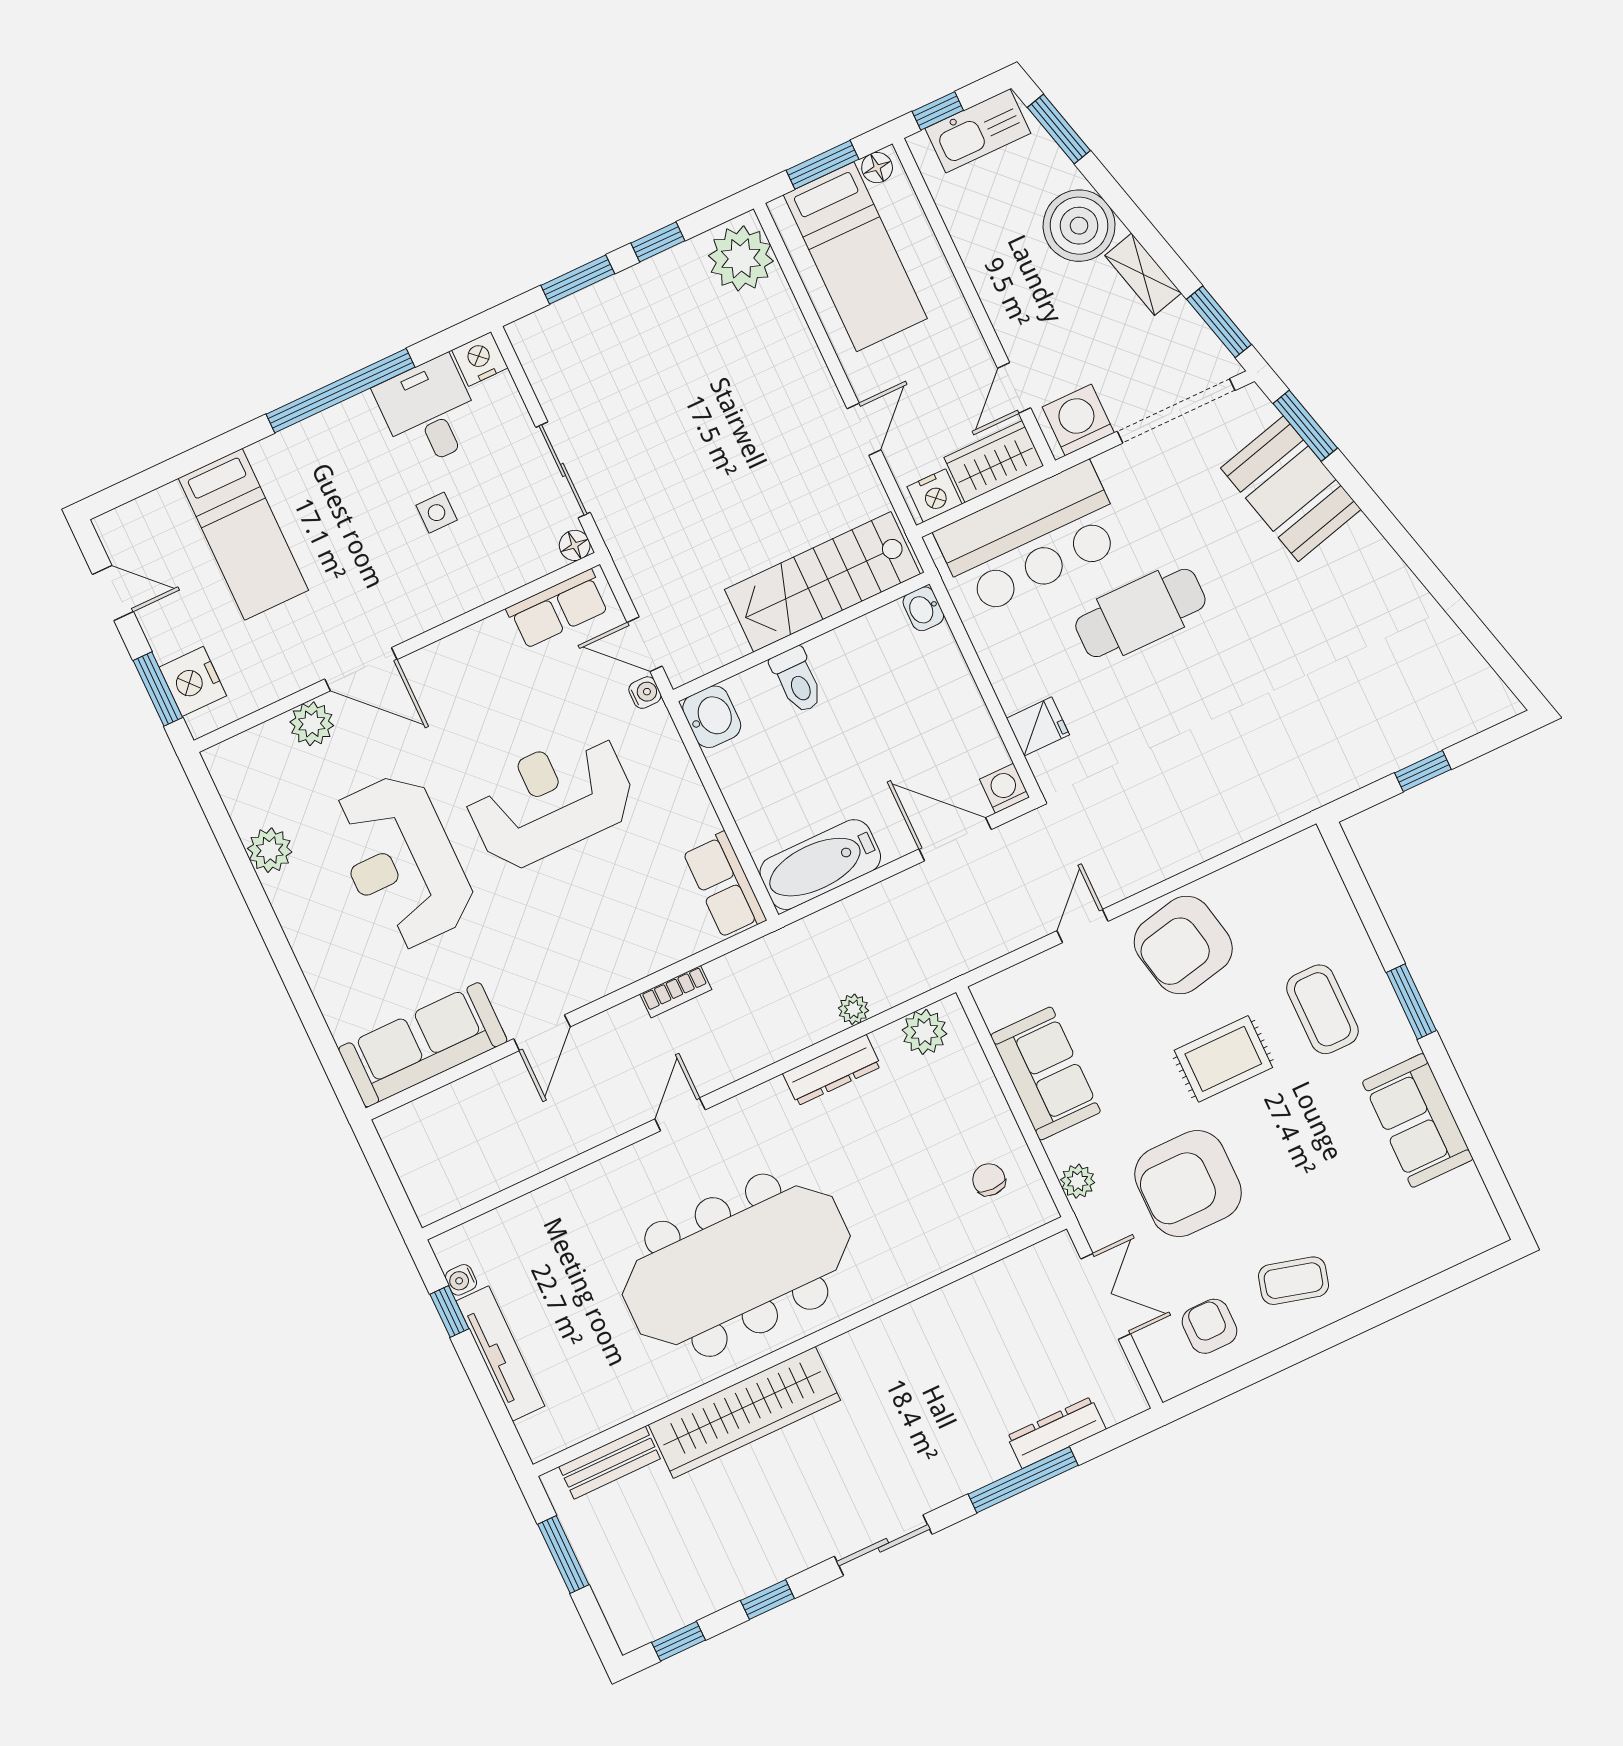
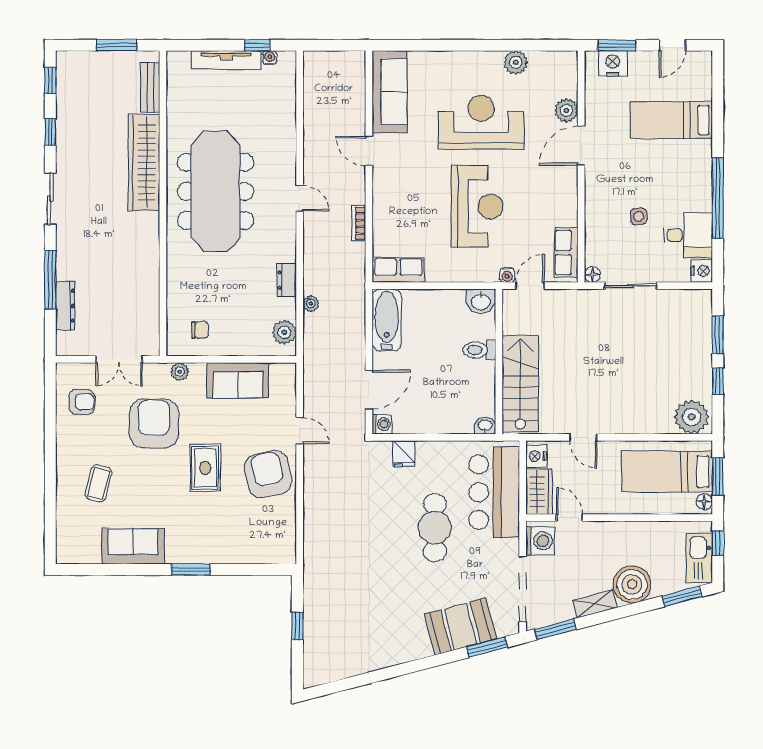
coffee table: (1322, 1009) -> (207, 526), removed
dresser: (832, 1070) -> (287, 280), width x0.70
coffee table: (1293, 1281) -> (98, 483), moved

